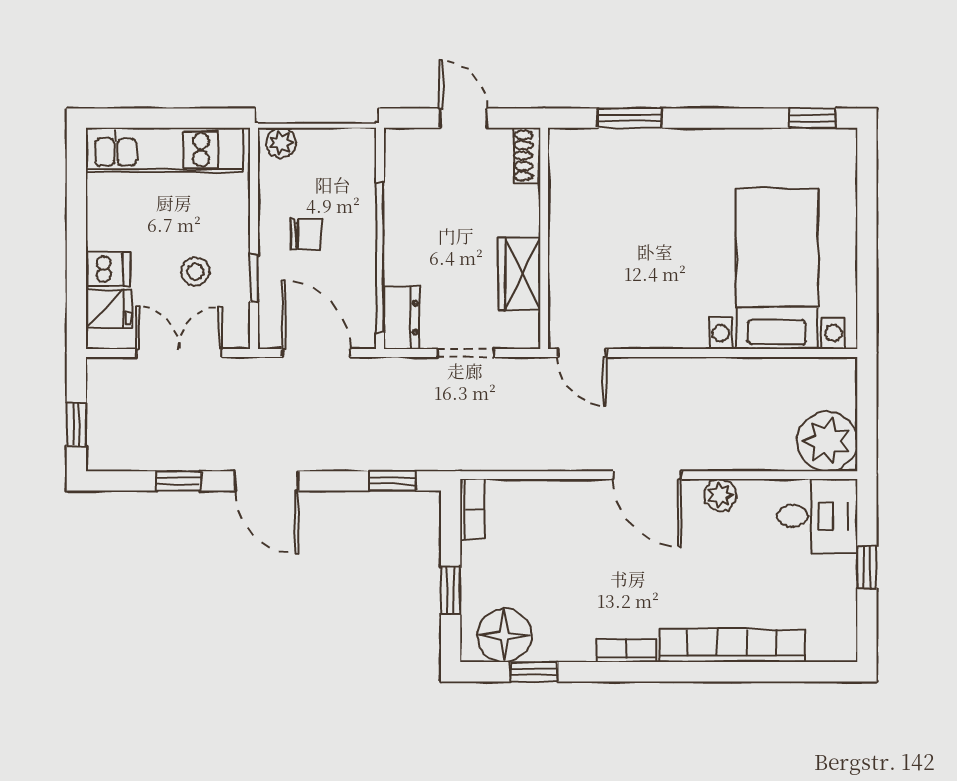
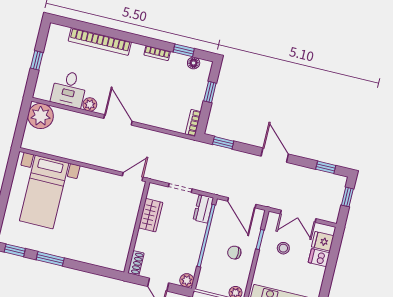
window: (629, 118) -> (50, 259), moved
plant: (400, 144) -> (187, 280), added
door: (582, 353) -> (133, 177), hinge flipped
window: (178, 481) -> (326, 167), moved
desk: (817, 516) -> (69, 89), moved, turned -90
floor lamp: (504, 635) -> (194, 63), width x0.53, depth x0.53
bookcase: (626, 650) -> (157, 53), moved

